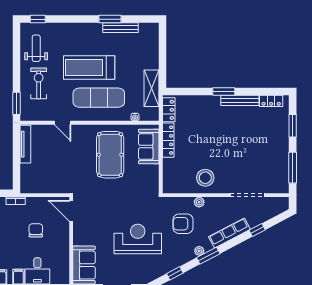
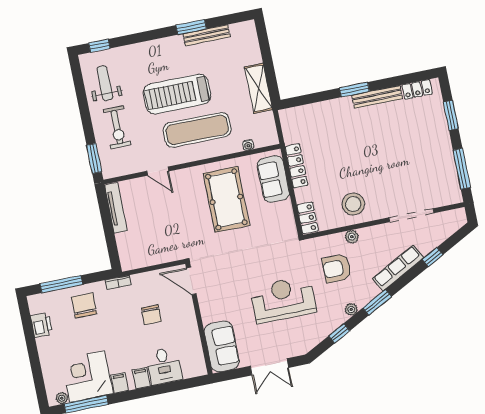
exercise bike: (39, 83) -> (117, 127), turned 180
shelving: (152, 88) -> (259, 88), moved
locker: (169, 110) -> (308, 218), moved
chair: (36, 230) -> (151, 315), turned 180
plant: (199, 251) -> (351, 309), moved

